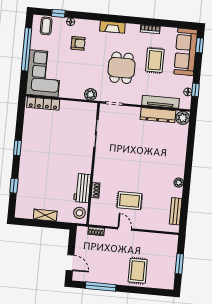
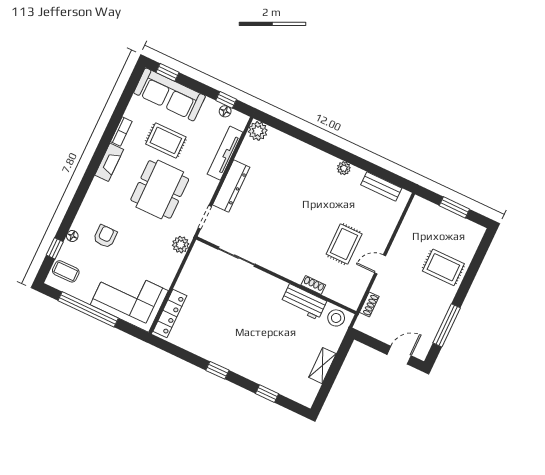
fireplace: (112, 27) -> (109, 162), moved
dining table: (122, 68) -> (160, 189), width x1.37
dresser: (158, 115) -> (231, 186), moved

